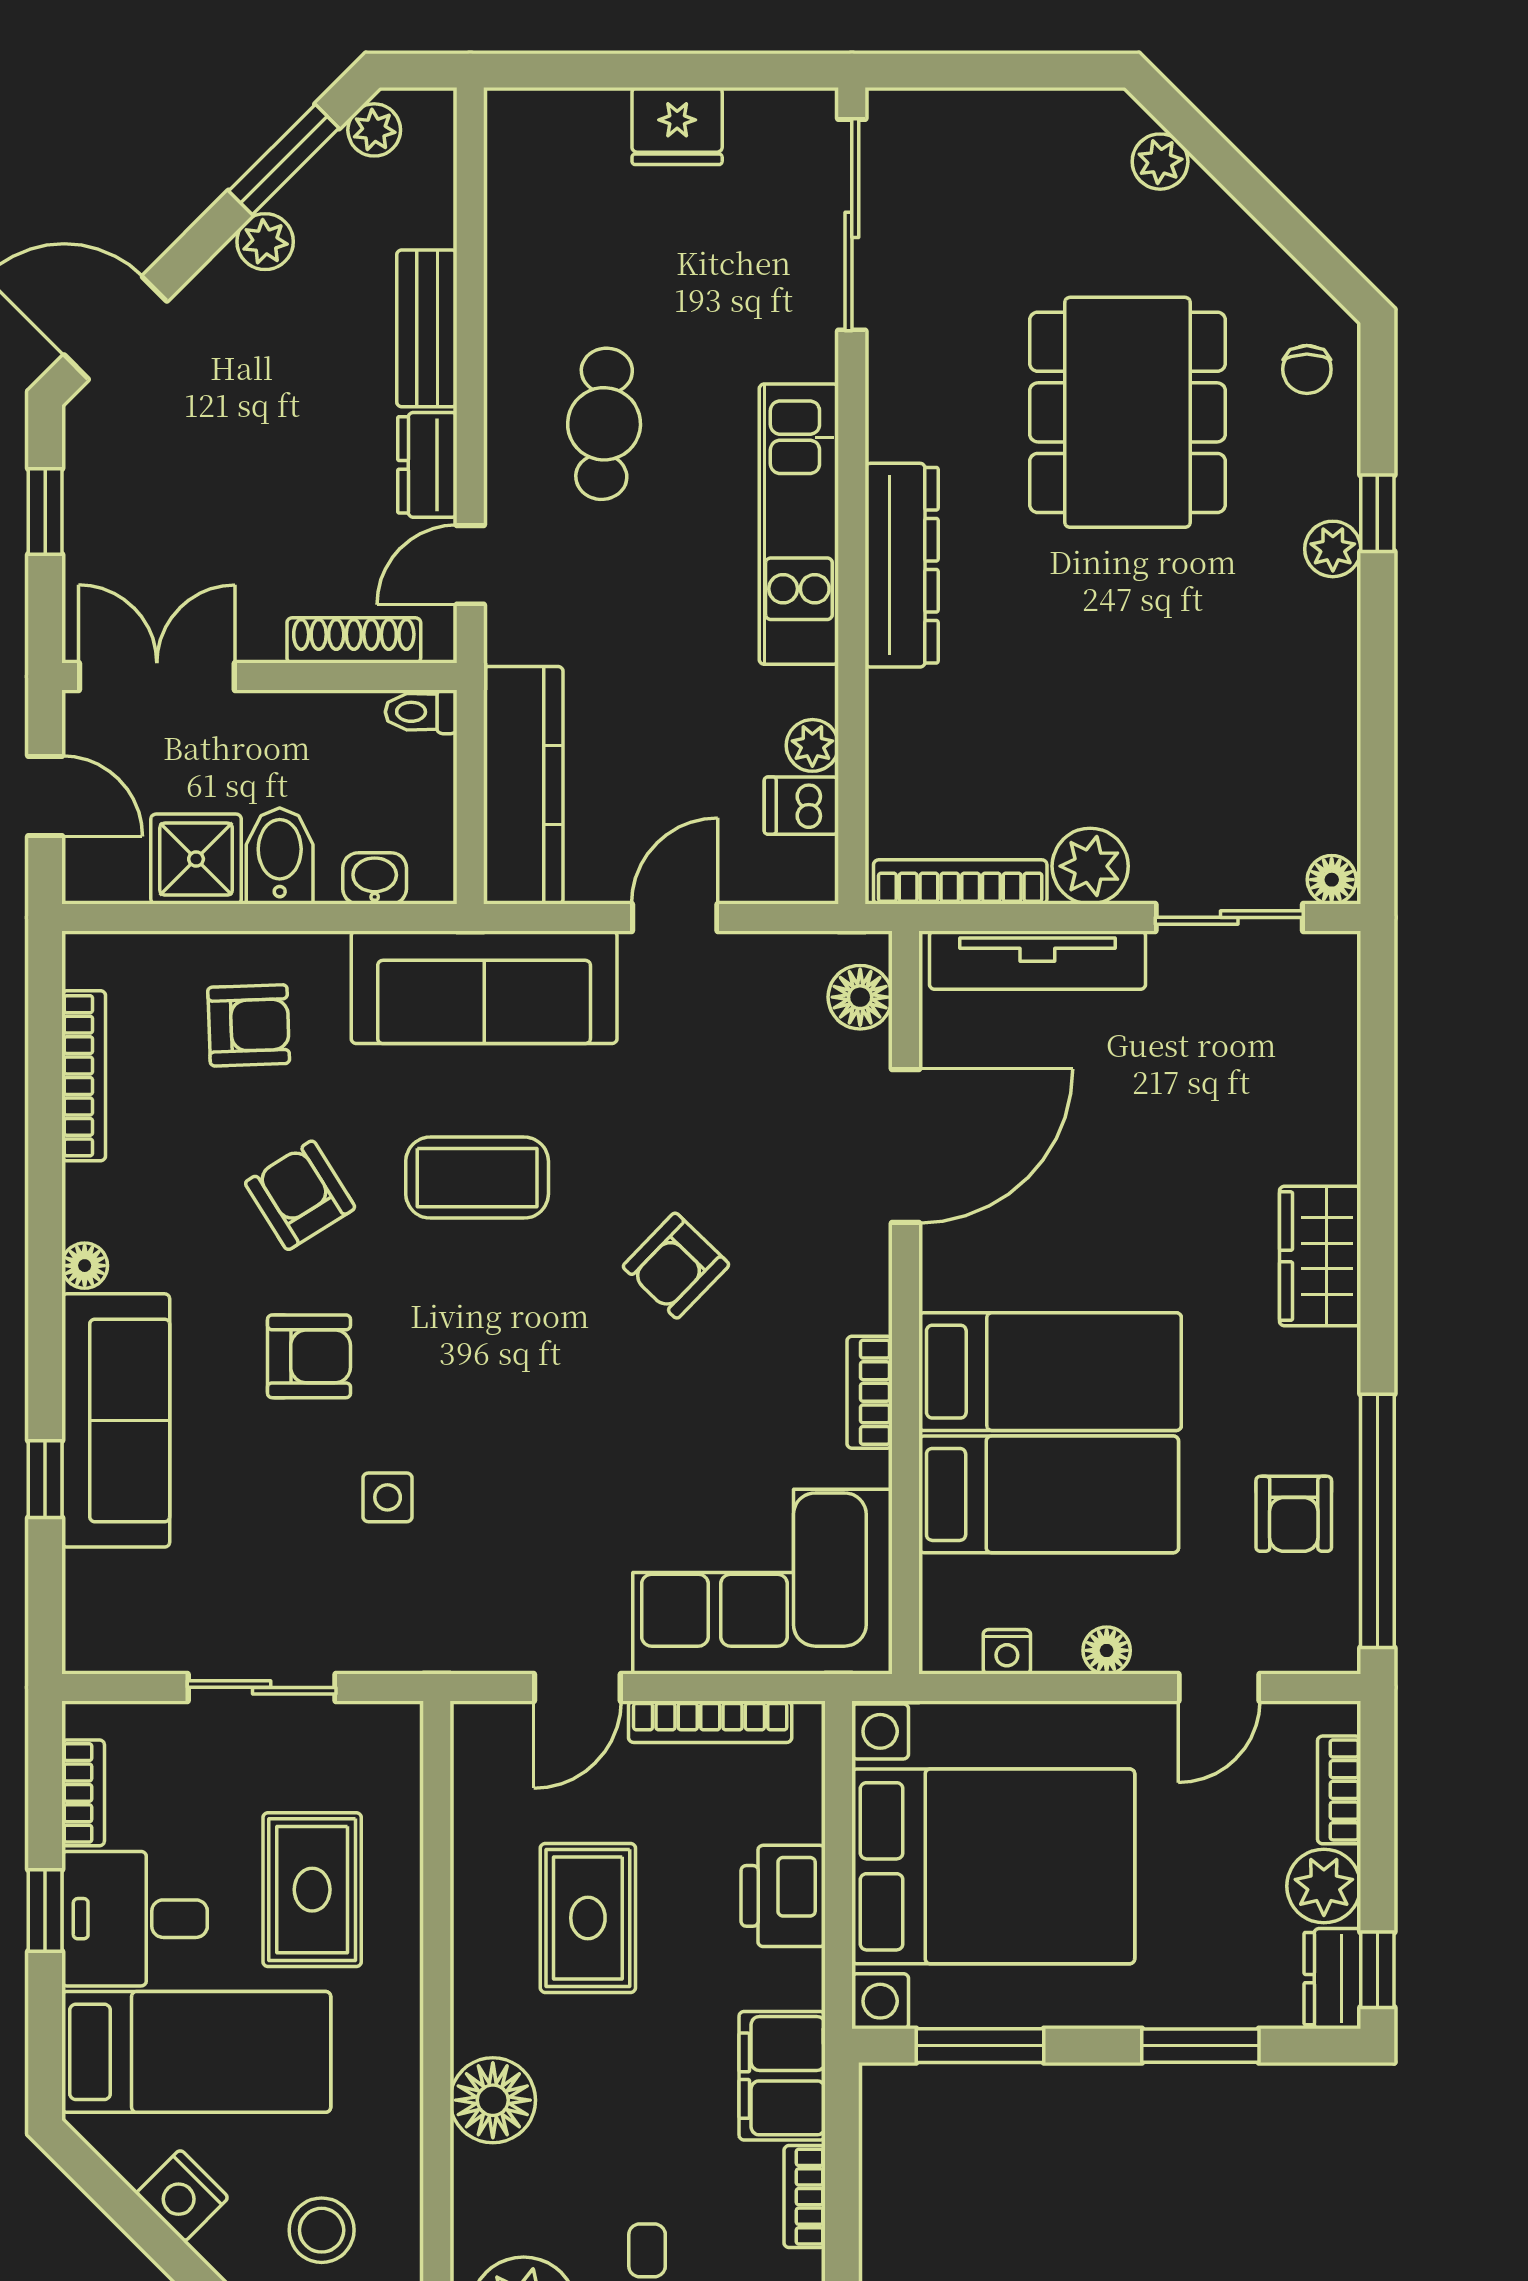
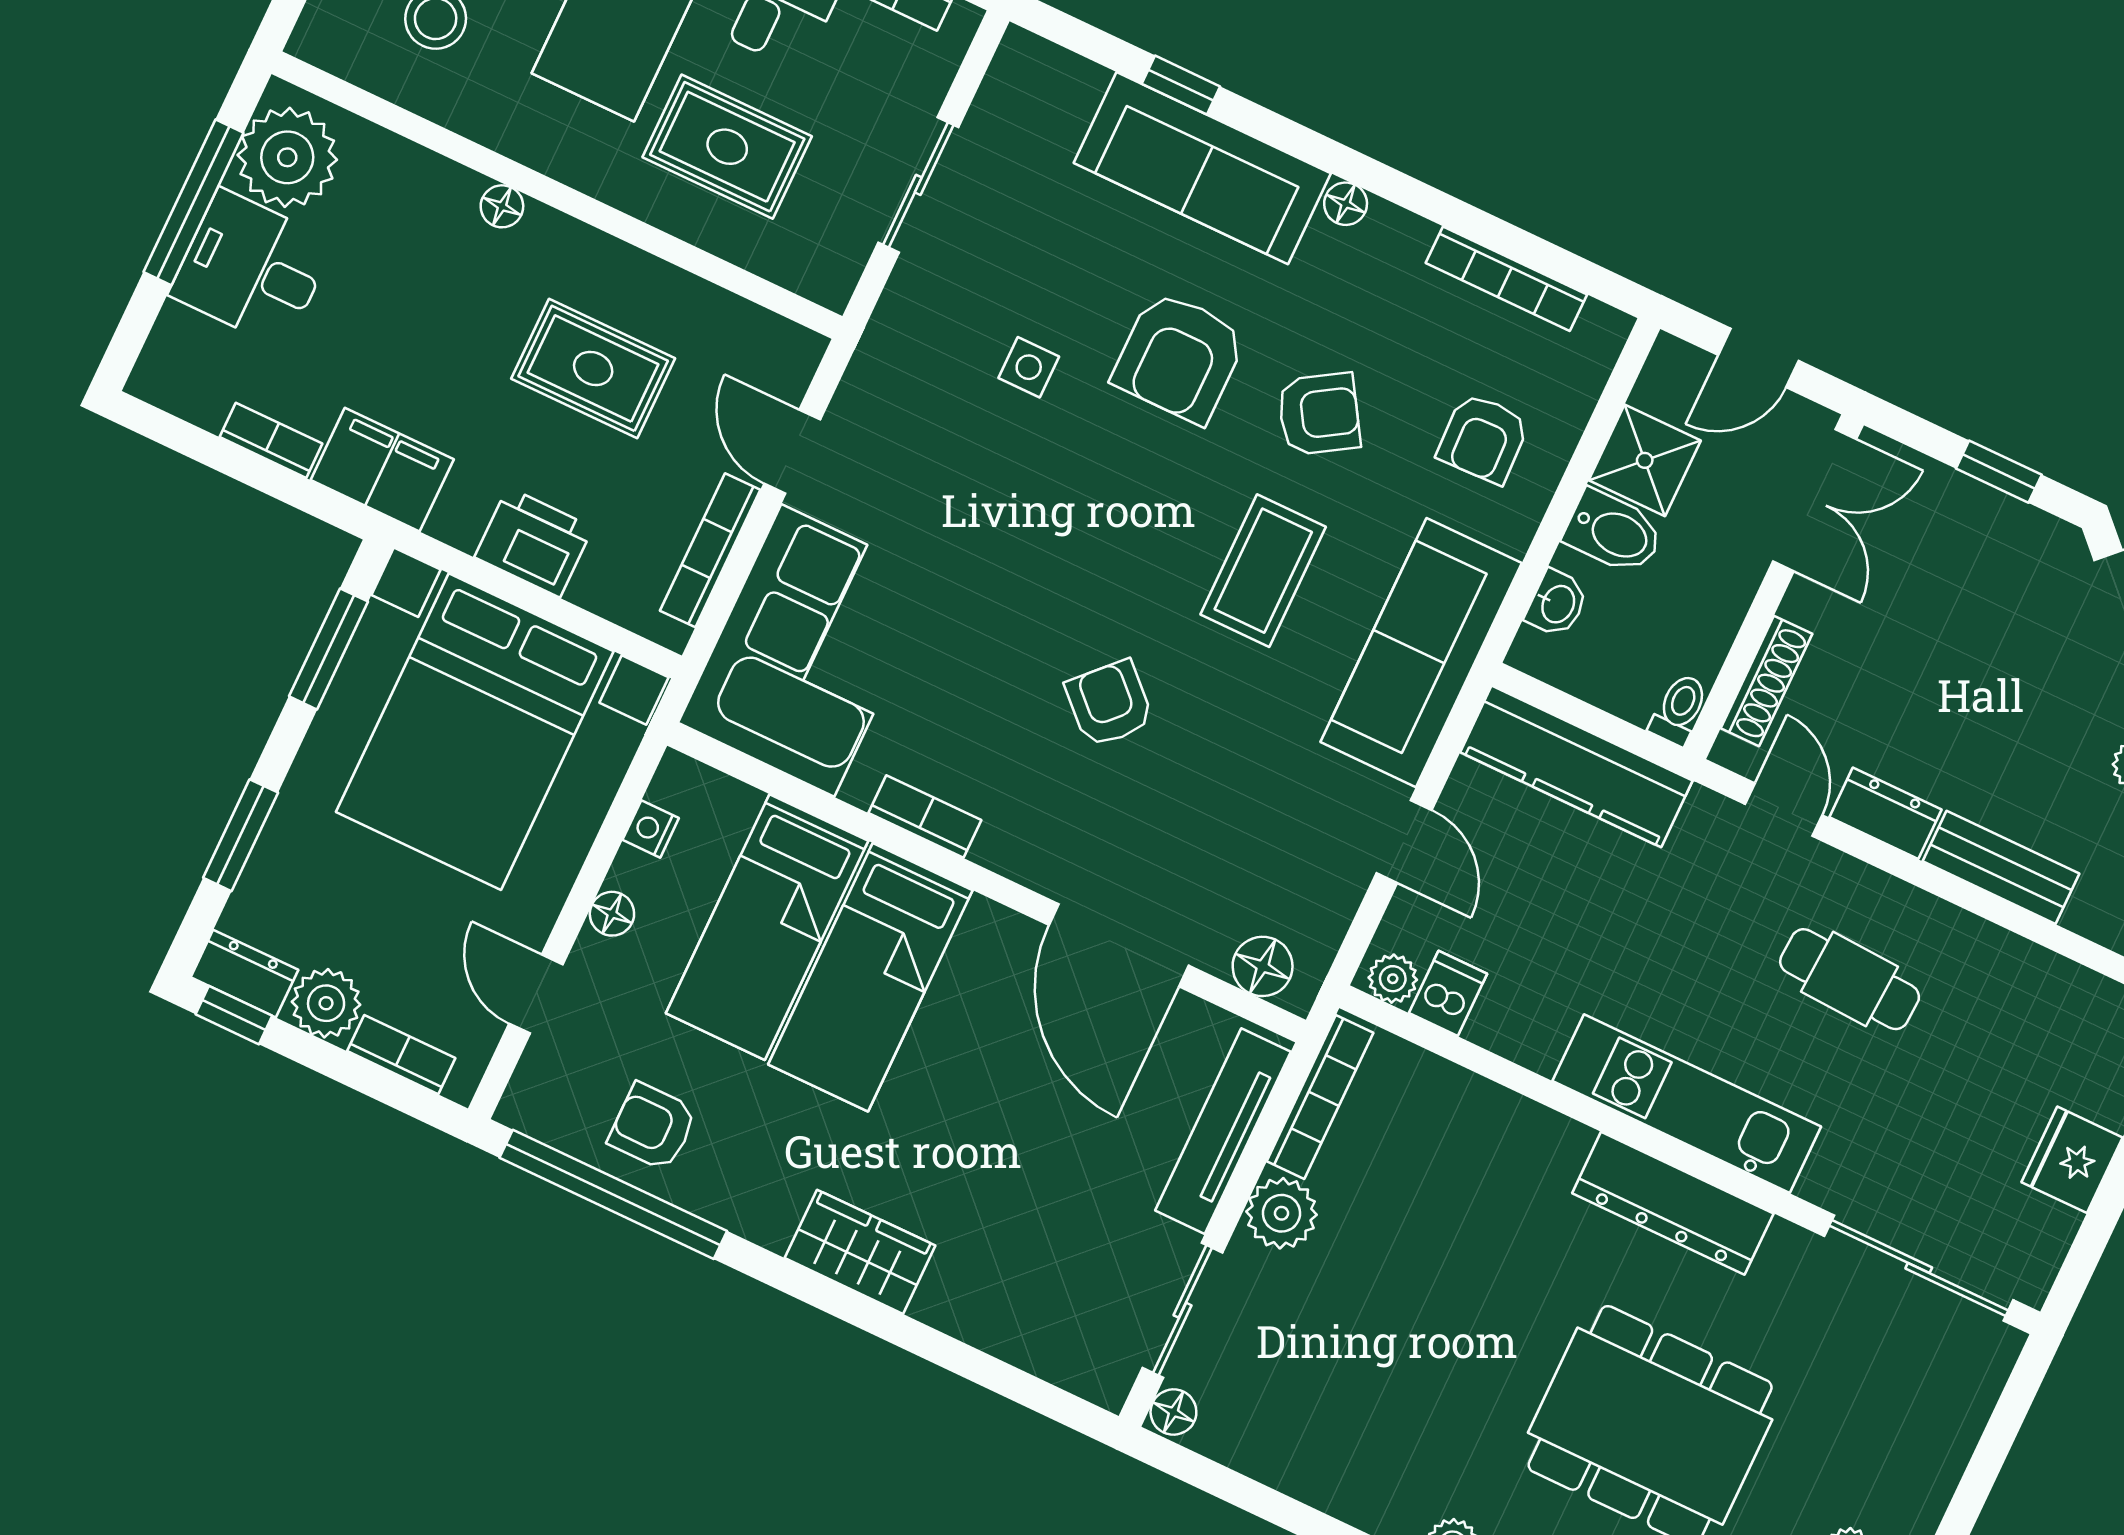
dresser: (902, 565) -> (1673, 1203), moved
plant: (812, 745) -> (1393, 979), moved
armchair: (309, 1356) -> (1179, 357), width x1.38, depth x1.38
floor lamp: (493, 2100) -> (502, 206), width x0.53, depth x0.53

